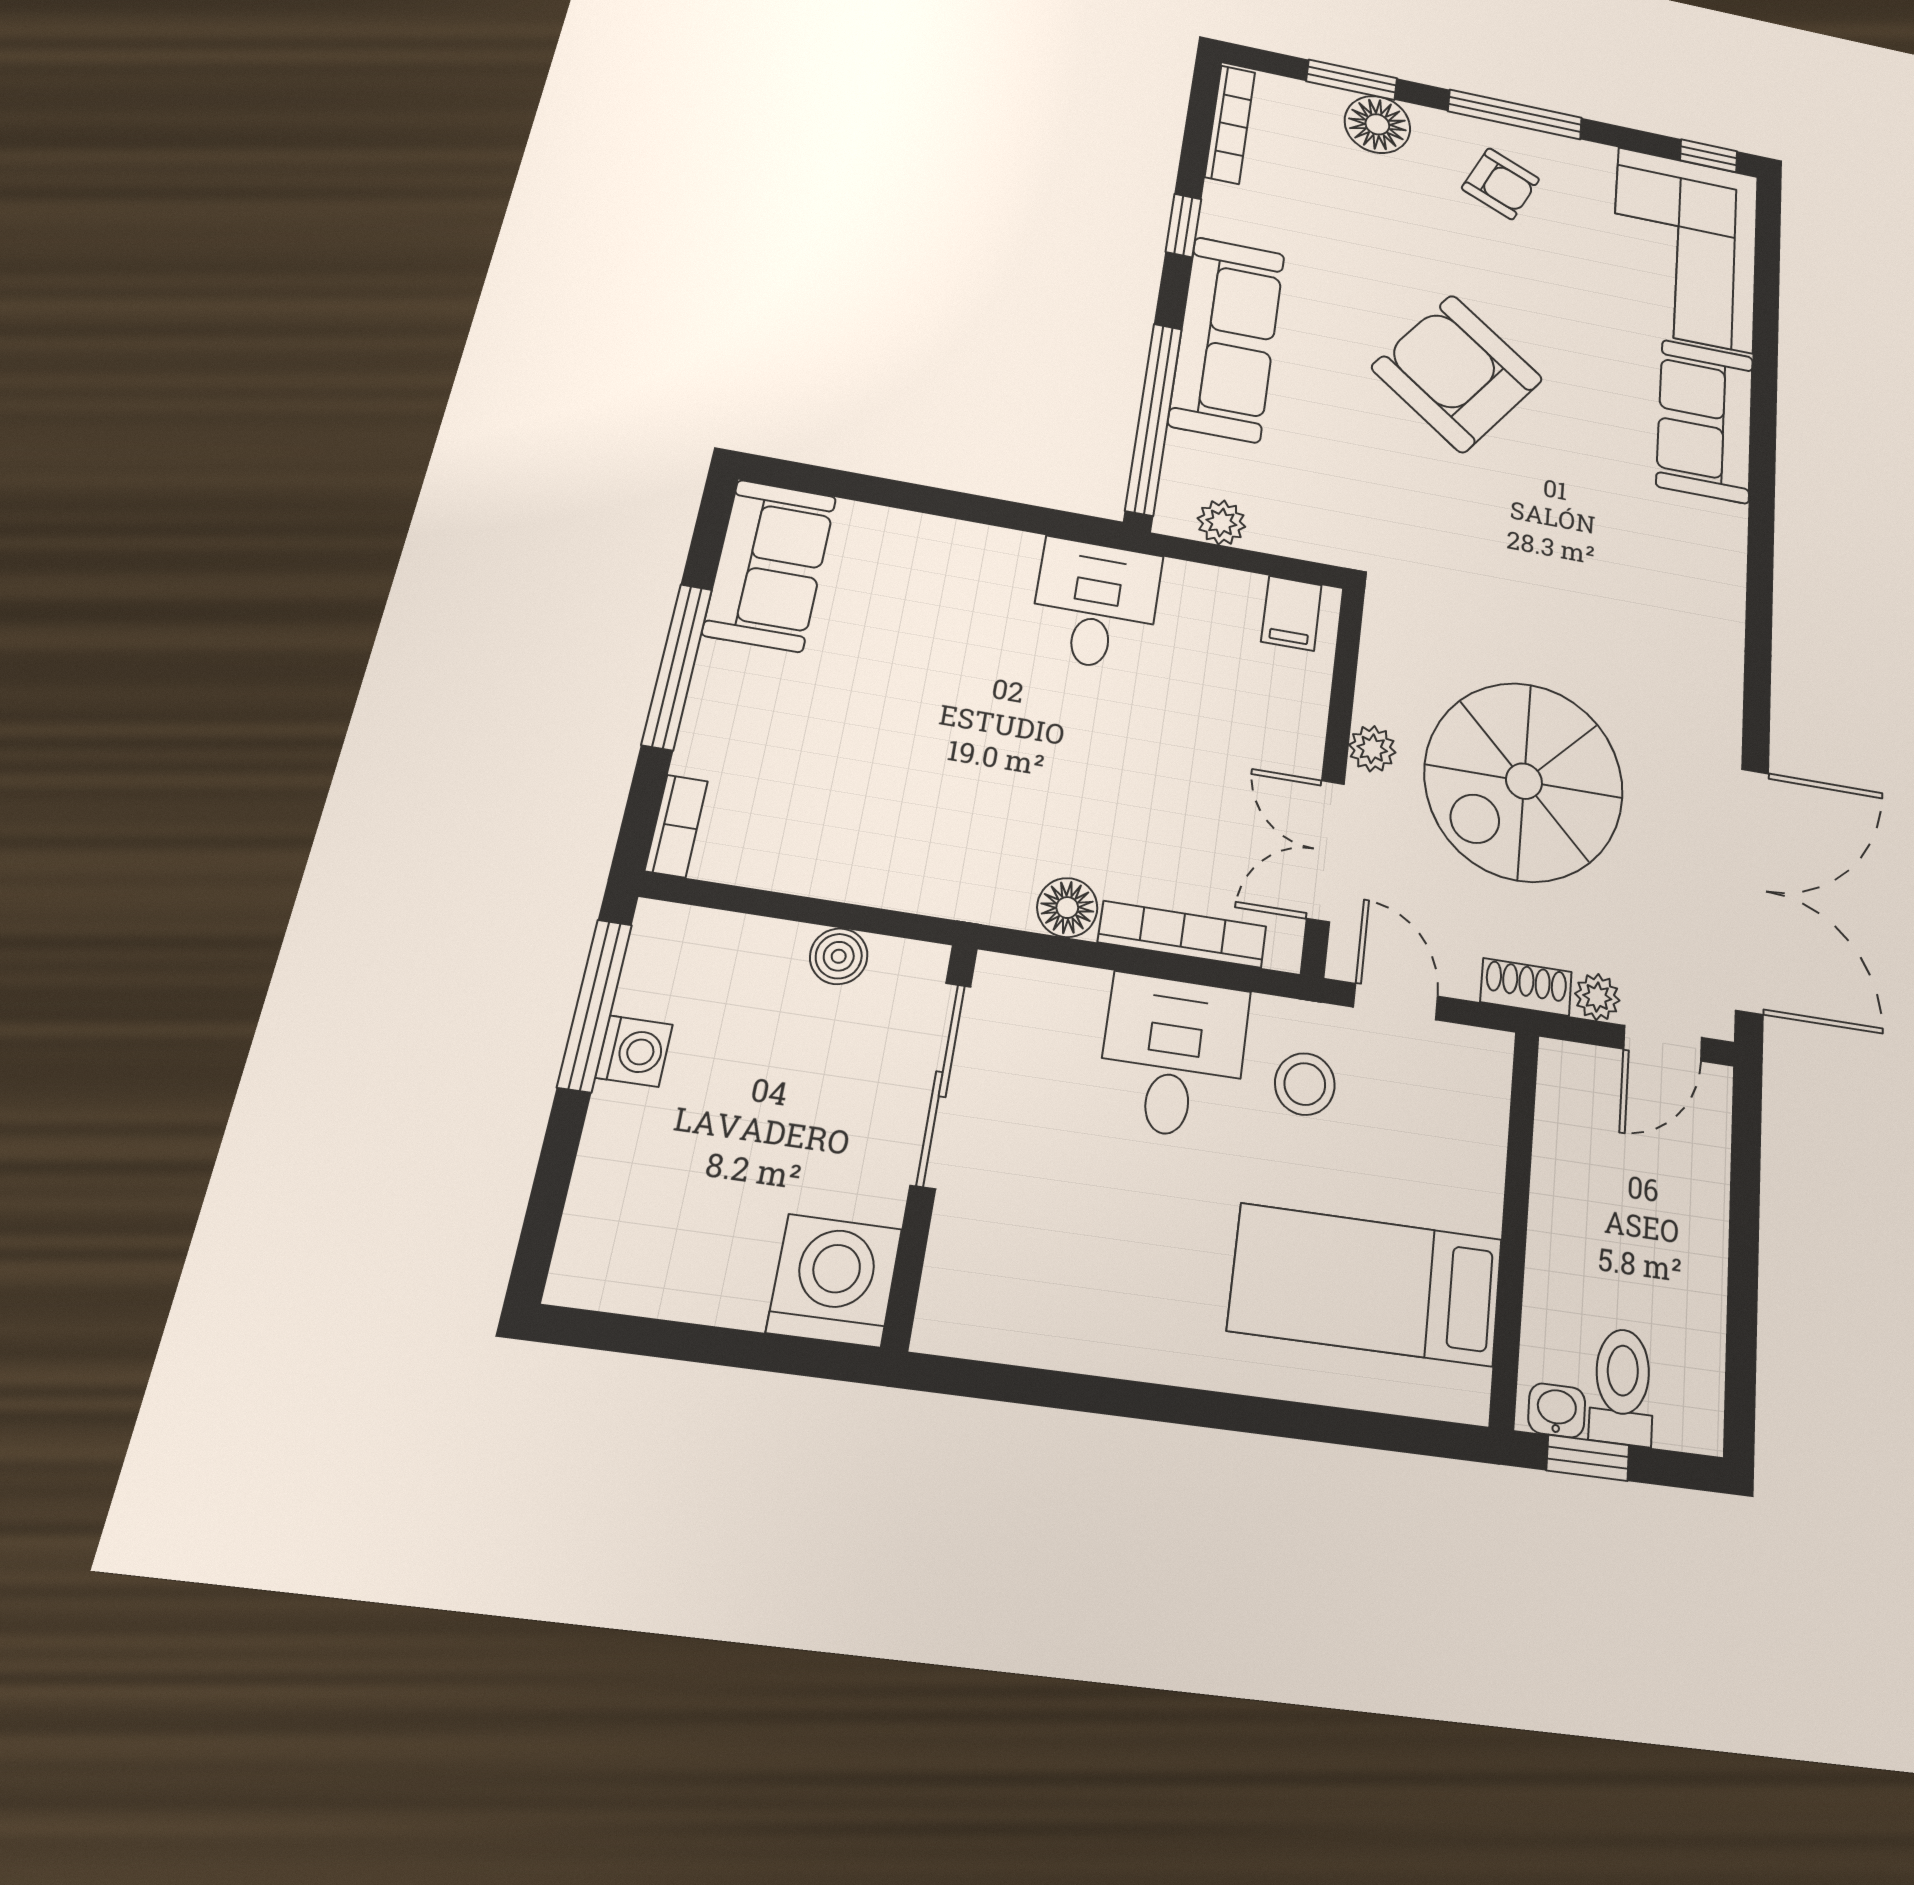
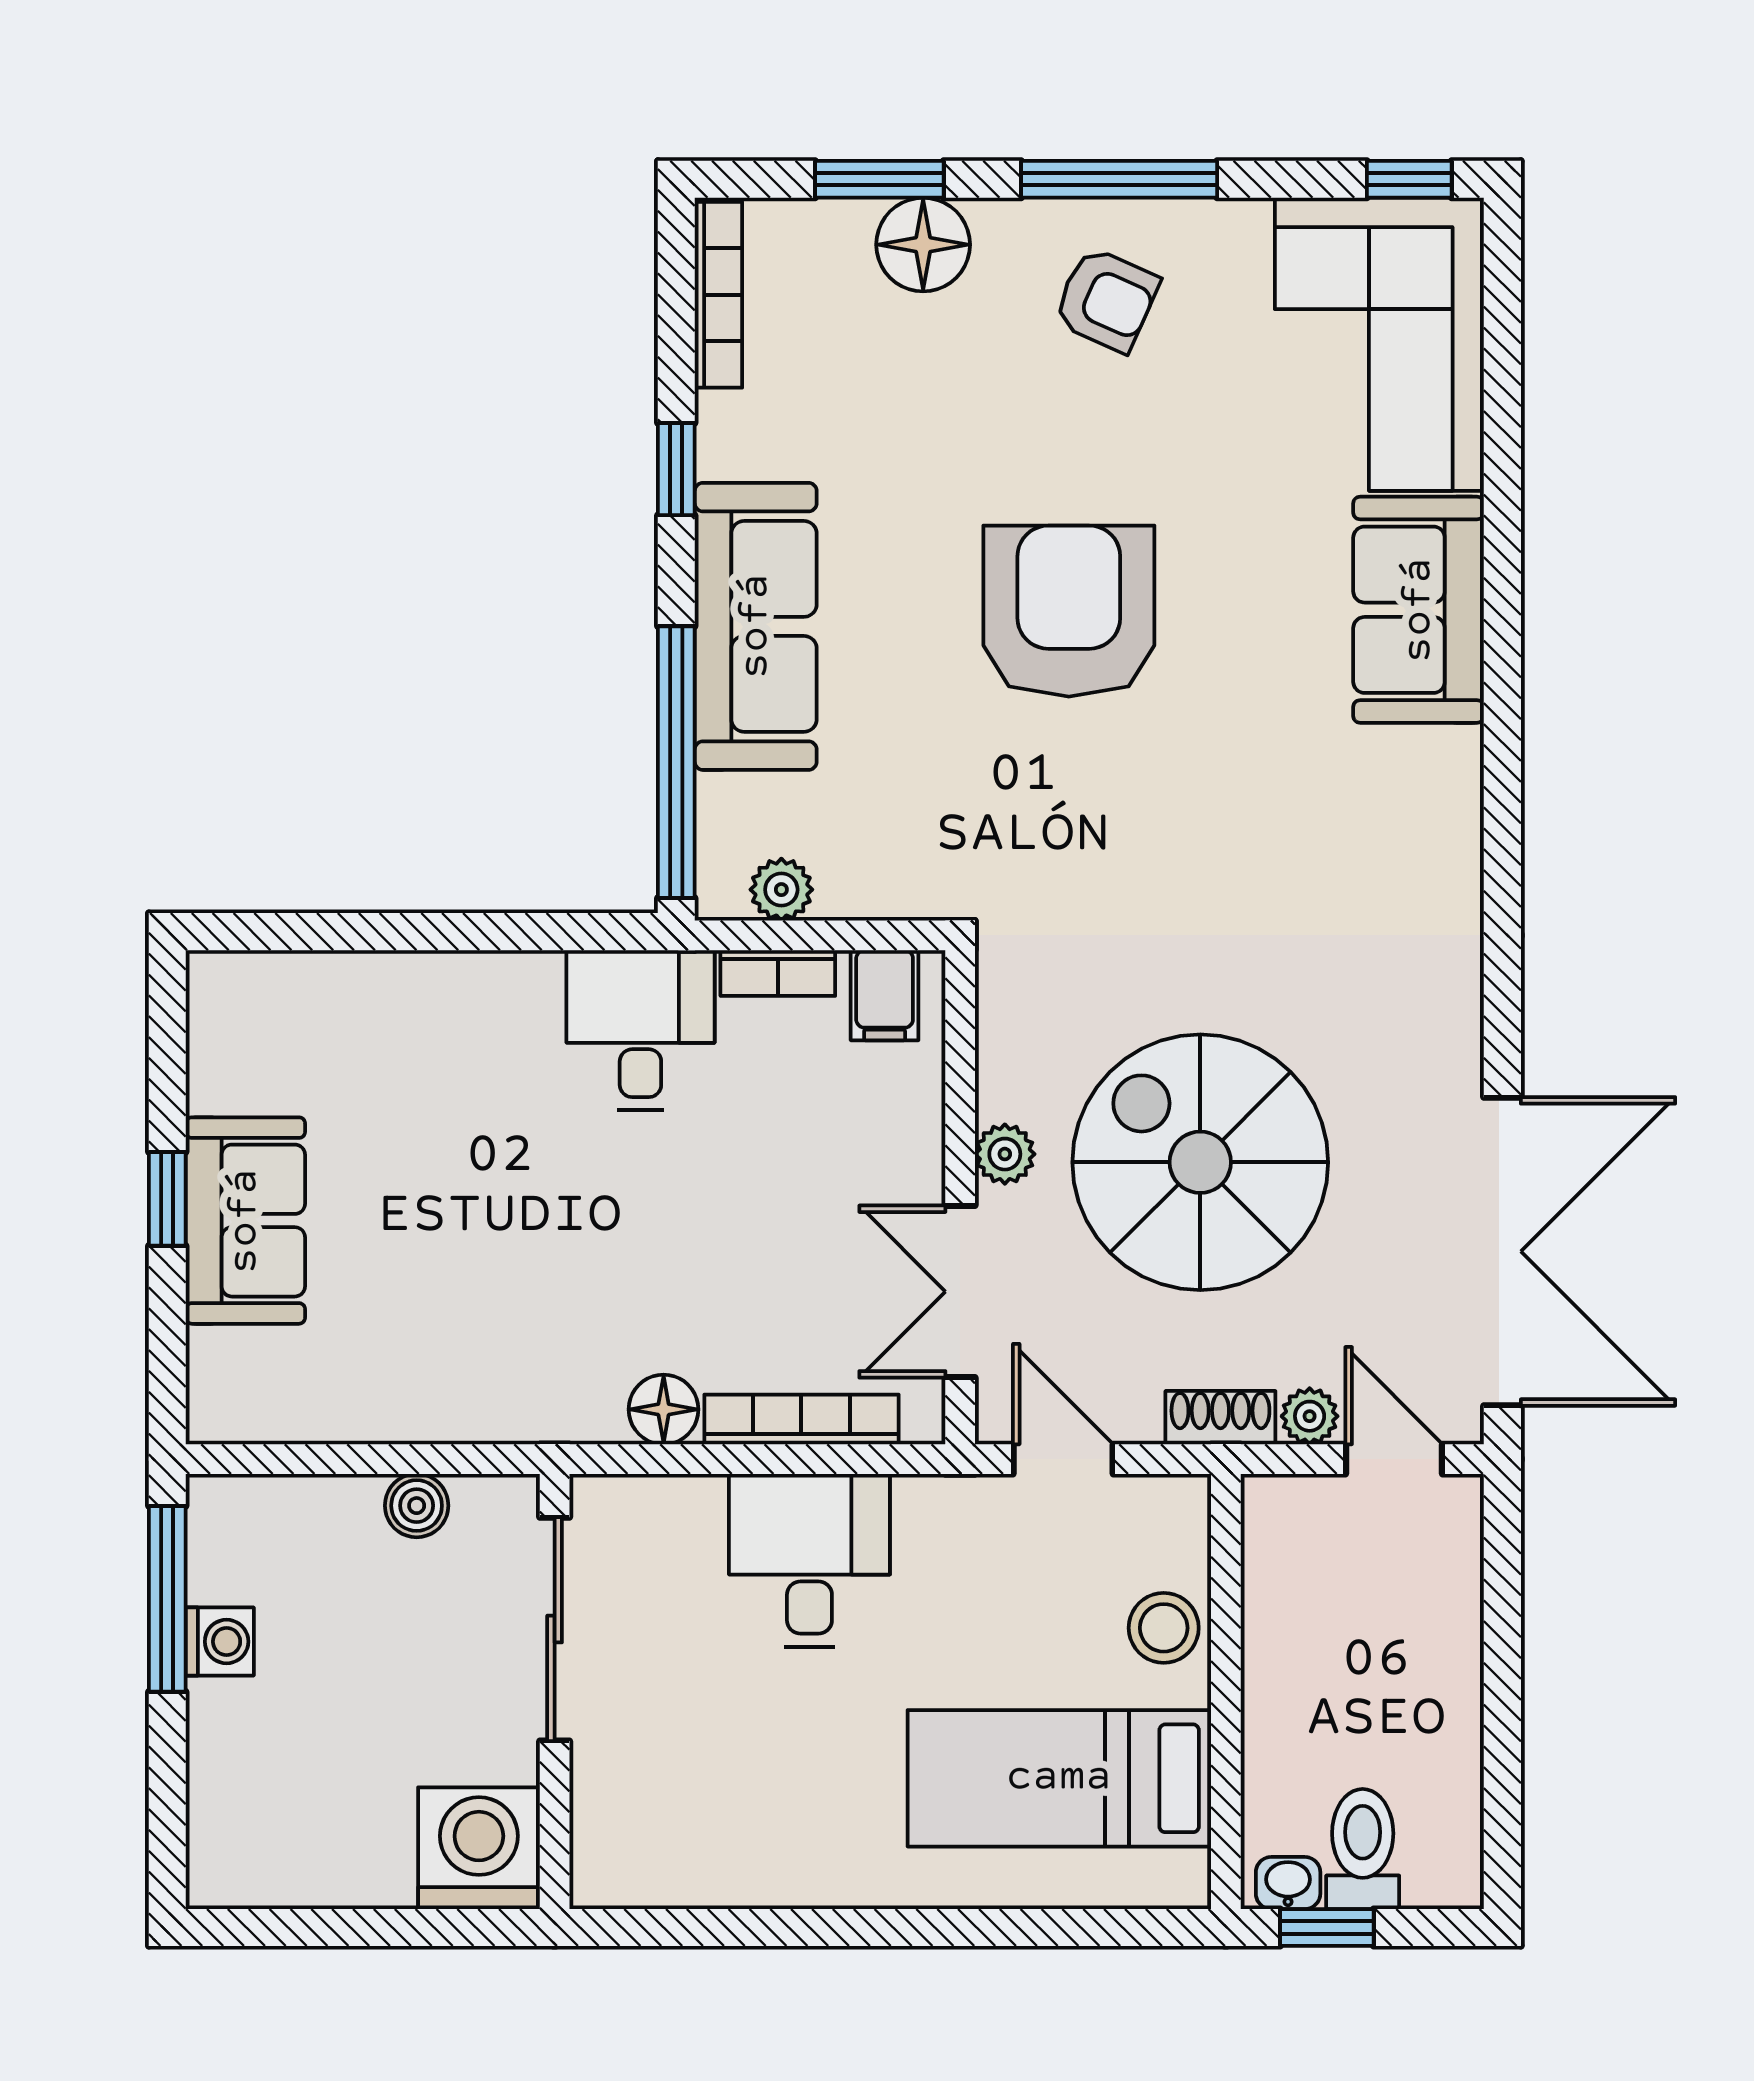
armchair: (1457, 373) -> (1069, 611), turned 53
sofa: (770, 565) -> (245, 1221), moved
window: (677, 666) -> (167, 1199), width x0.46
spiral stairs: (1524, 781) -> (1200, 1162), turned 90
bookcase: (676, 826) -> (778, 973), moved, turned 90
door: (1663, 1043) -> (1394, 1459), swing flipped
stool: (1305, 1084) -> (1164, 1628), moved

